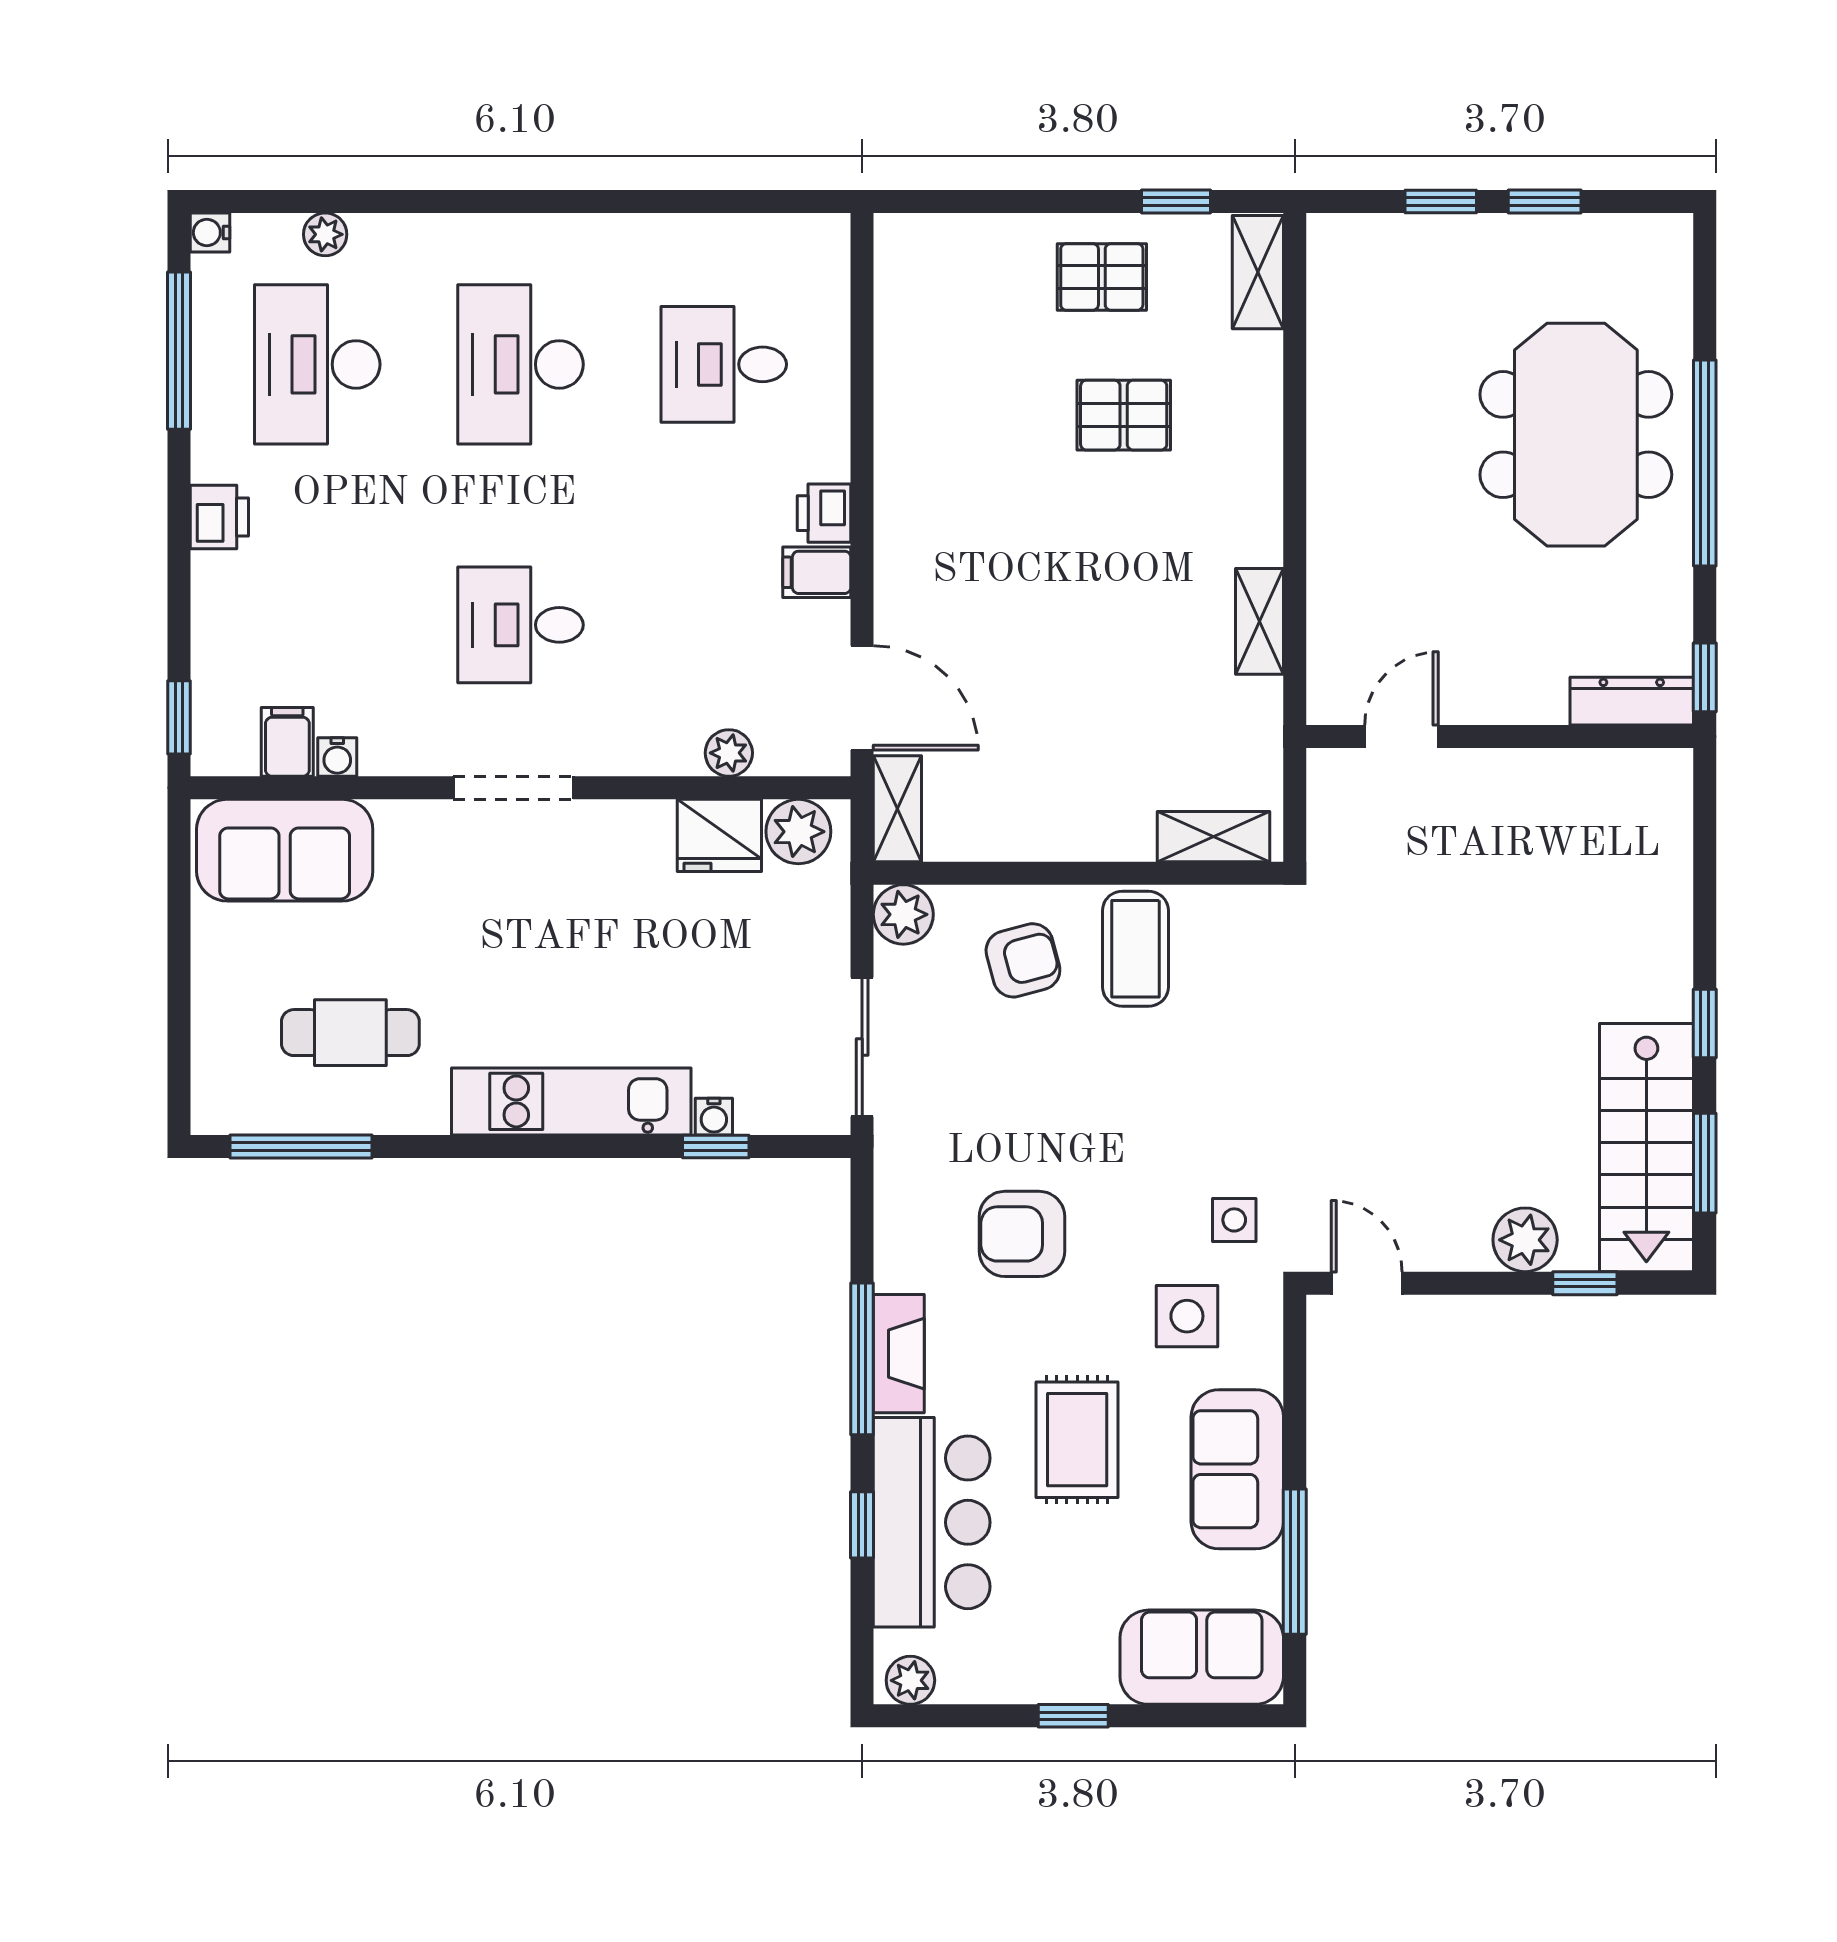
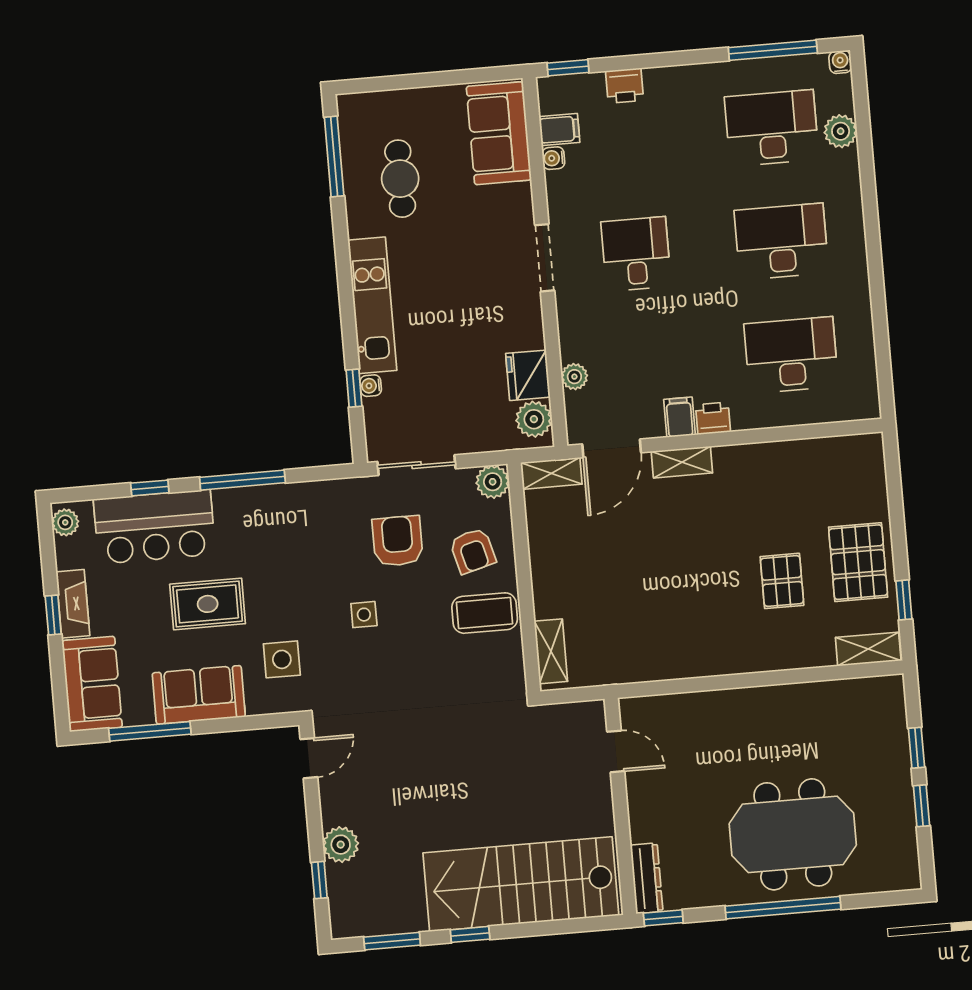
plant: (325, 234) -> (841, 131), width x1.38, depth x1.38
pallet: (1102, 277) -> (858, 562), width x1.50, depth x1.42
desk: (724, 364) -> (791, 355), width x1.37
printer: (219, 517) -> (624, 86), moved
shelving: (1259, 621) -> (682, 462), moved
stairs: (1646, 1148) -> (521, 884), moved, width x1.36, depth x1.51
side table: (1234, 1220) -> (364, 615), moved
armchair: (1022, 1234) -> (398, 541), moved
fireplace: (899, 1354) -> (73, 604), moved, turned -90

